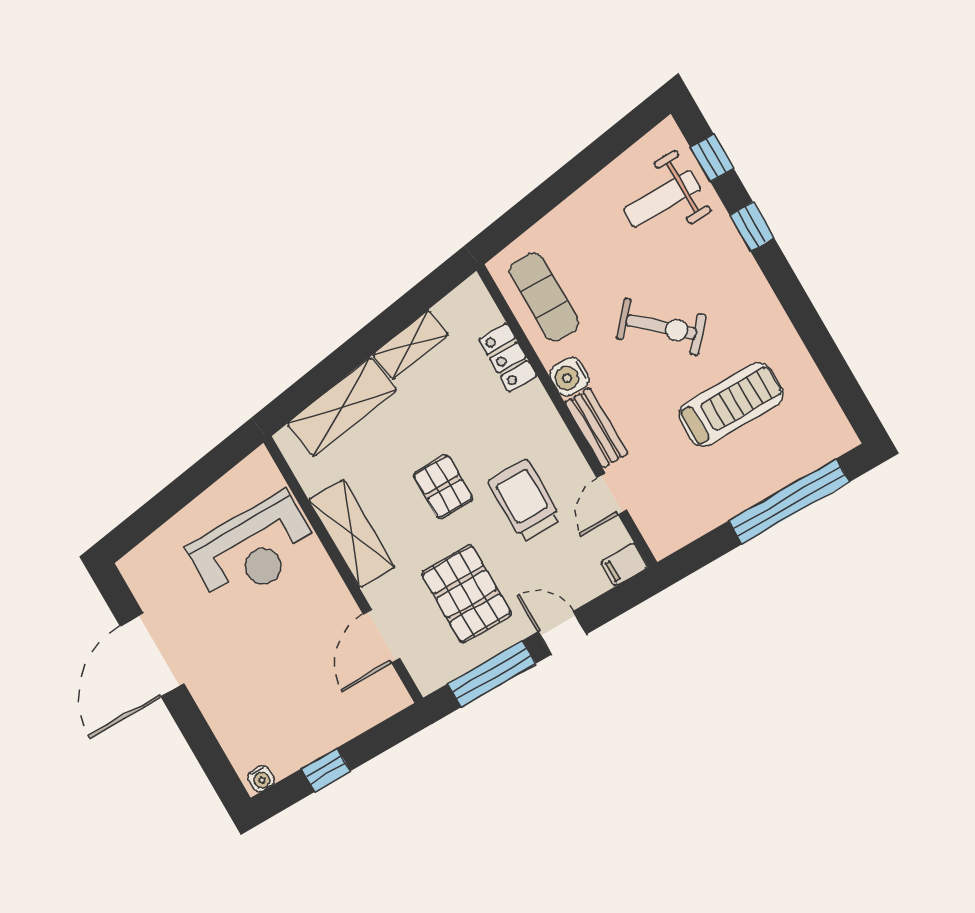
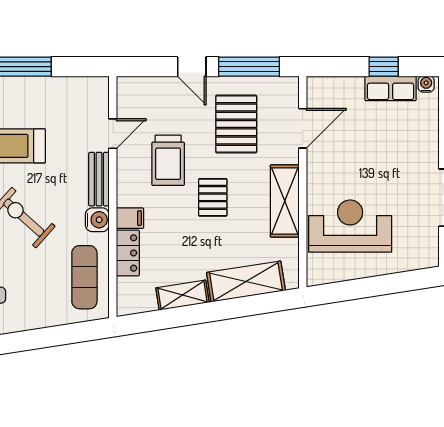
filing cabinet: (624, 564) -> (130, 218), moved
row of seats: (302, 748) -> (391, 88), added

